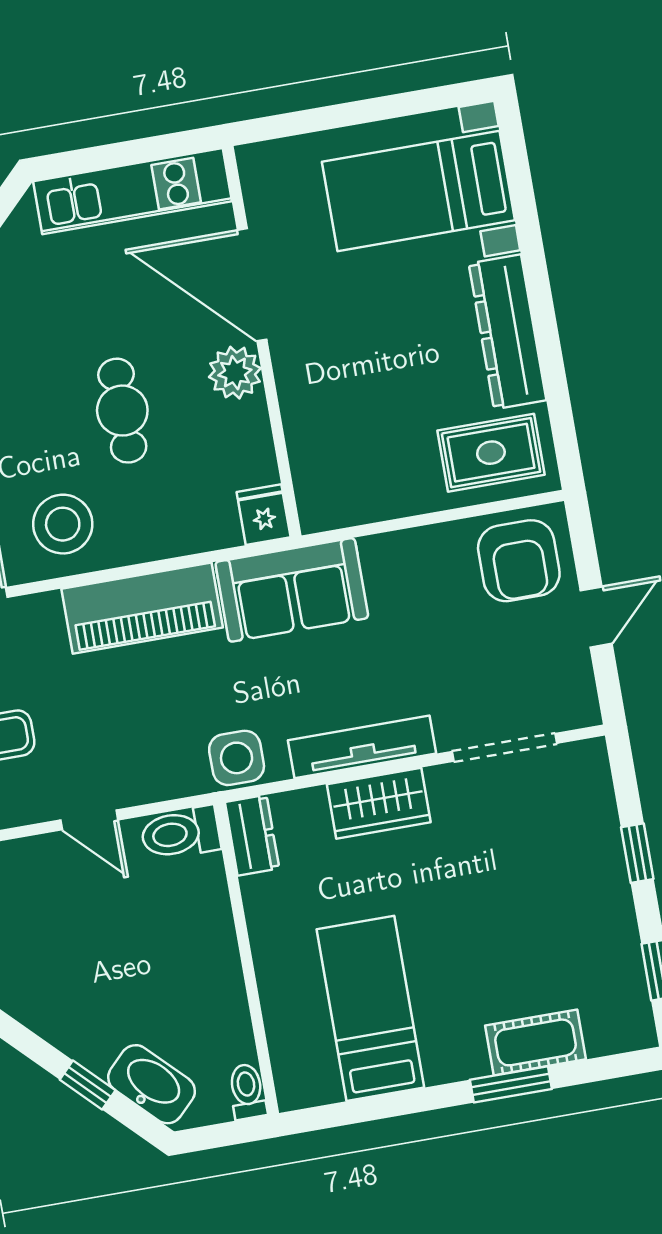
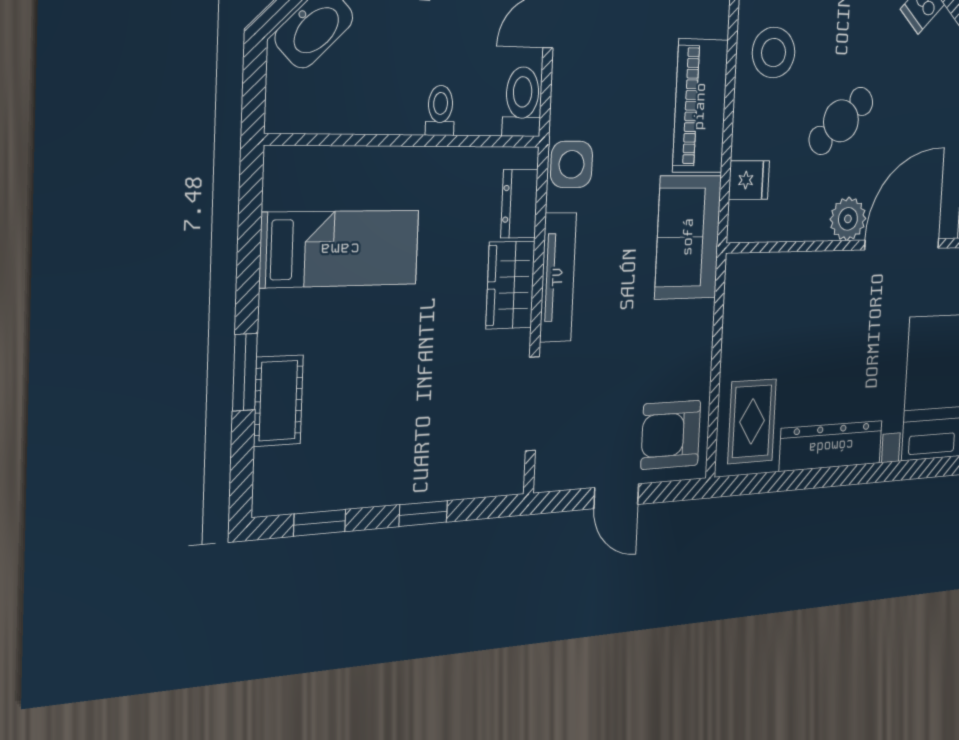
cafe table: (122, 411) -> (841, 121), turned -40
fridge: (264, 515) -> (749, 180), moved
dresser: (252, 835) -> (519, 204), moved, turned 90
toilet: (247, 1091) -> (440, 110), moved, turned -90

